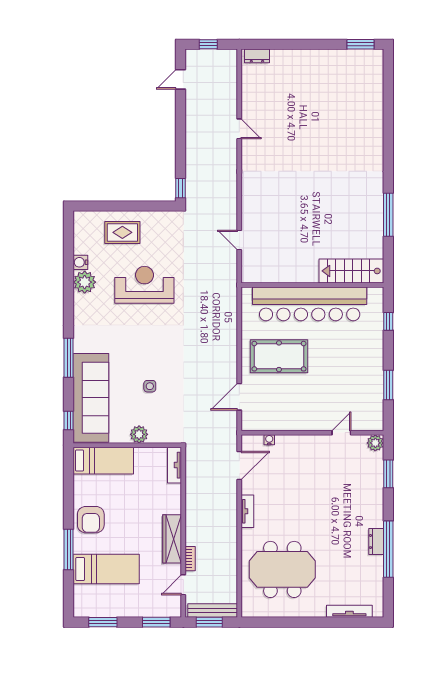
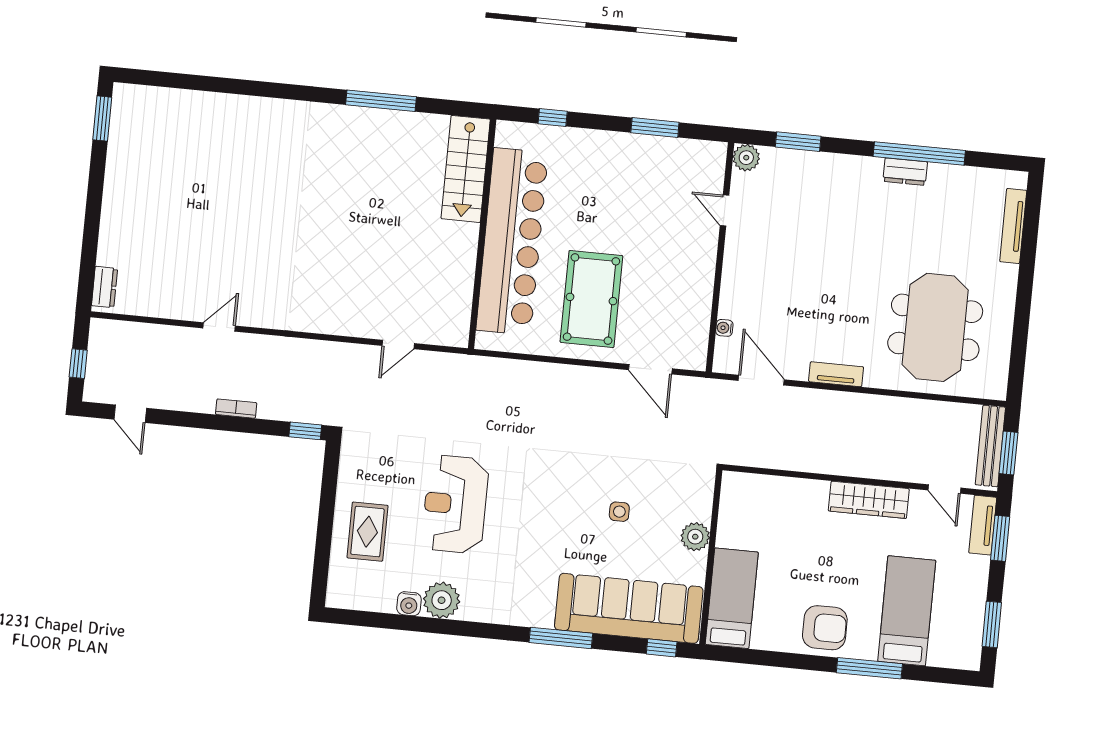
tv unit: (175, 465) -> (983, 525), moved, turned 90
bookcase: (190, 559) -> (236, 409), moved

